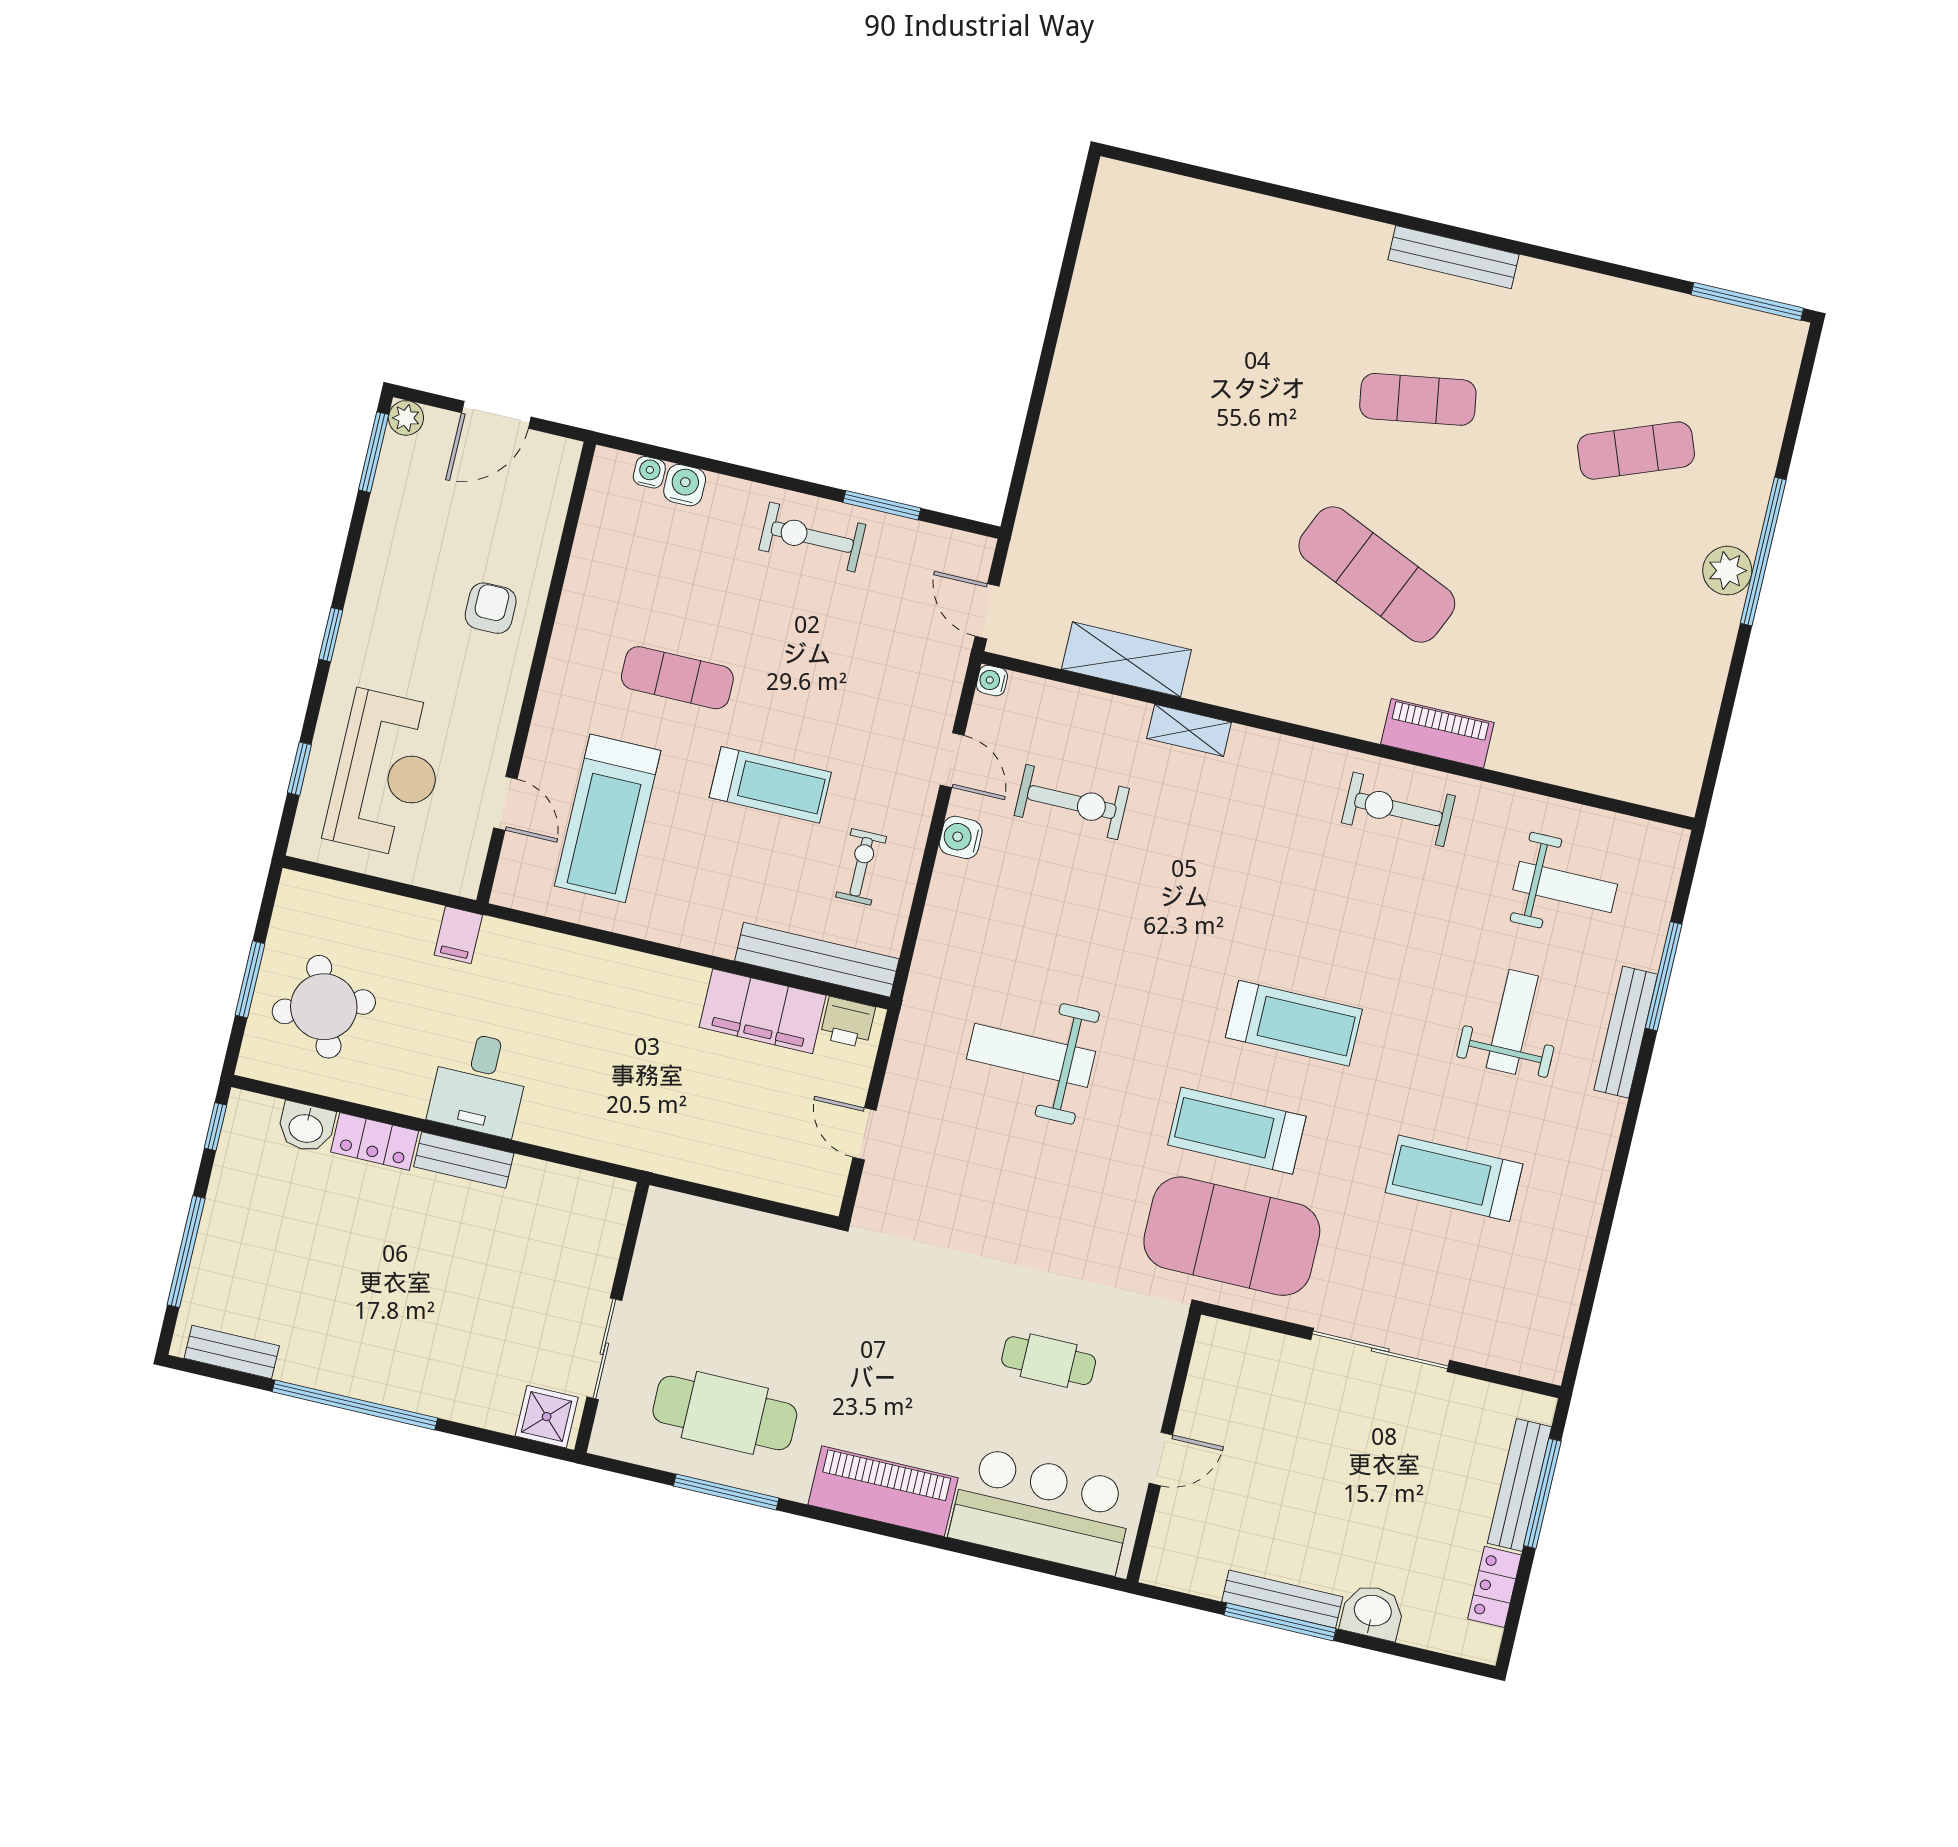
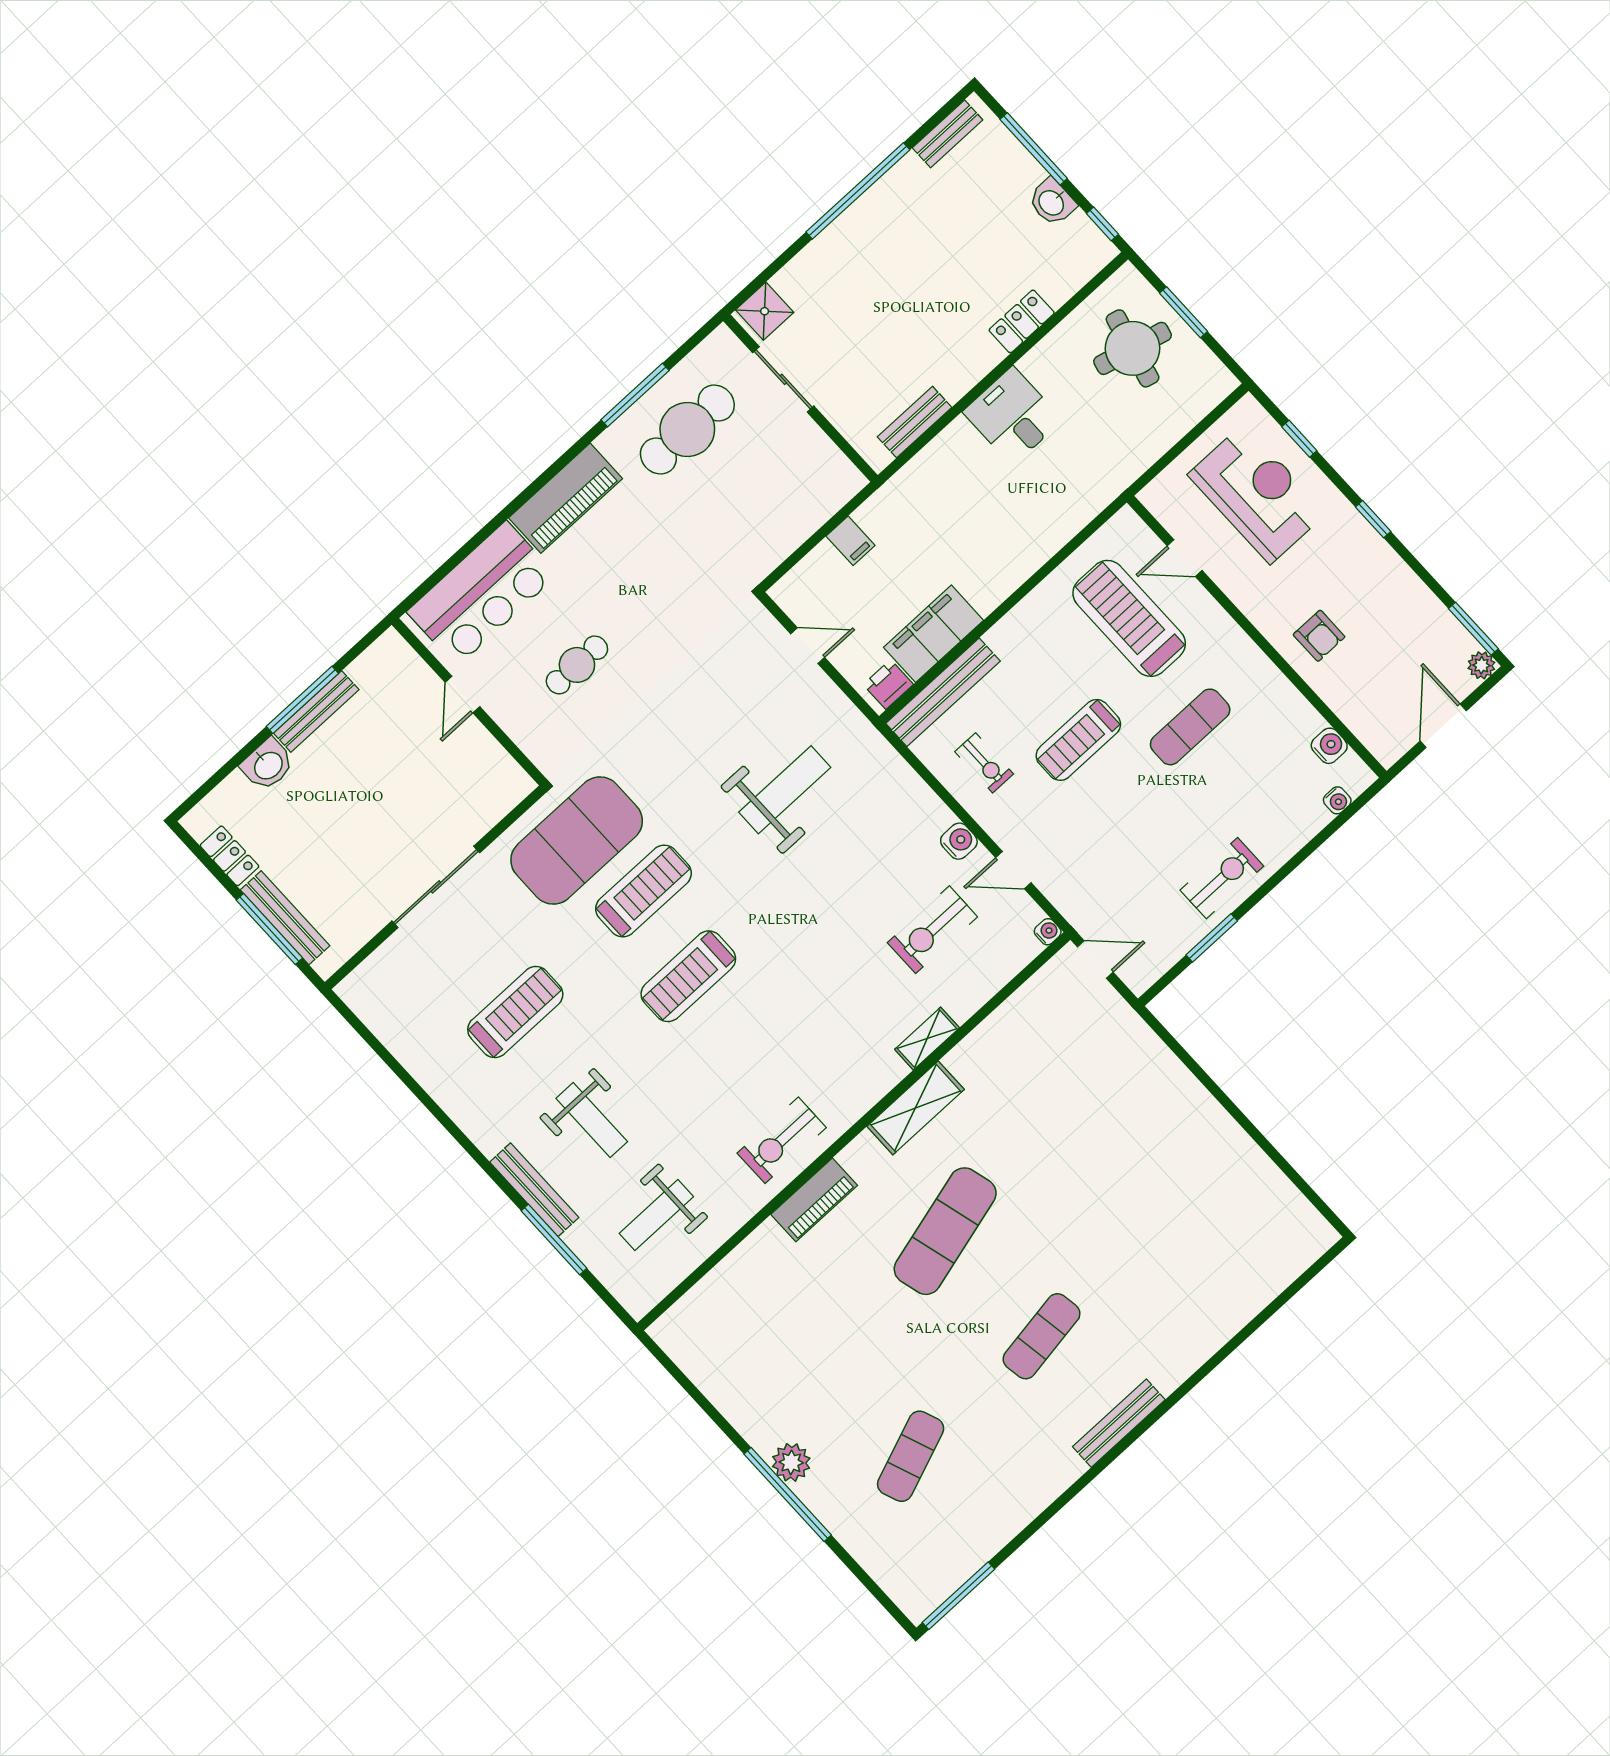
water cooler: (685, 485) -> (1329, 746), moved, turned -90
exercise mat: (1377, 575) -> (945, 1231), turned -39
shelving: (1126, 659) -> (916, 1108), moved
reception desk: (387, 774) -> (1257, 494), turned 180
exercise bike: (1398, 809) -> (782, 1140), turned 180
filing cabinet: (458, 935) -> (851, 541), moved, turned 180
round table: (324, 1007) -> (1133, 348), turned 34
washbasin: (306, 1127) -> (1052, 202), moved, turned -90
bench: (464, 1160) -> (915, 422), moved

